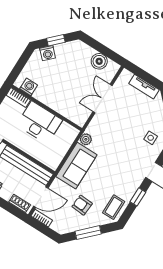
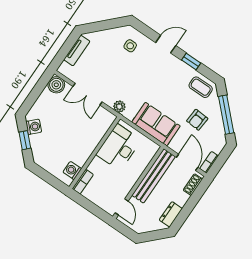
washing machine: (48, 53) -> (34, 127), moved
boiler: (99, 61) -> (56, 85), moved
desk: (39, 122) -> (119, 147), moved
plant: (86, 139) -> (119, 107), moved
window: (88, 233) -> (226, 115), width x1.44

